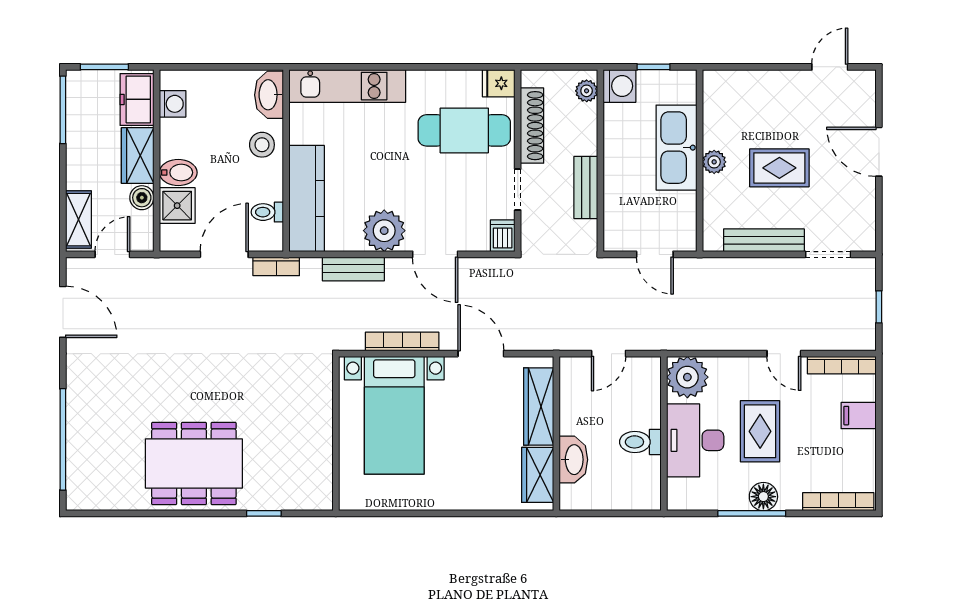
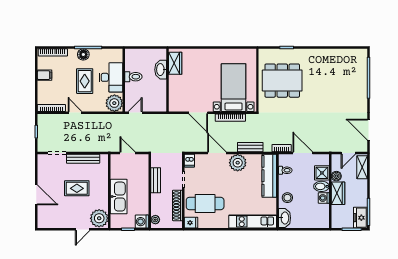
door: (830, 67) -> (83, 229), moved
freezer: (137, 99) -> (360, 218), moved, turned 180
washing machine: (173, 104) -> (324, 198), moved
plant: (714, 162) -> (99, 218), moved, width x1.88, depth x1.88
door: (224, 254) -> (303, 153), swing flipped
door: (609, 354) -> (135, 113), moved
wardrobe: (539, 406) -> (175, 91), removed
filing cabinet: (859, 416) -> (45, 75), moved
dining table: (194, 464) -> (282, 81), moved

